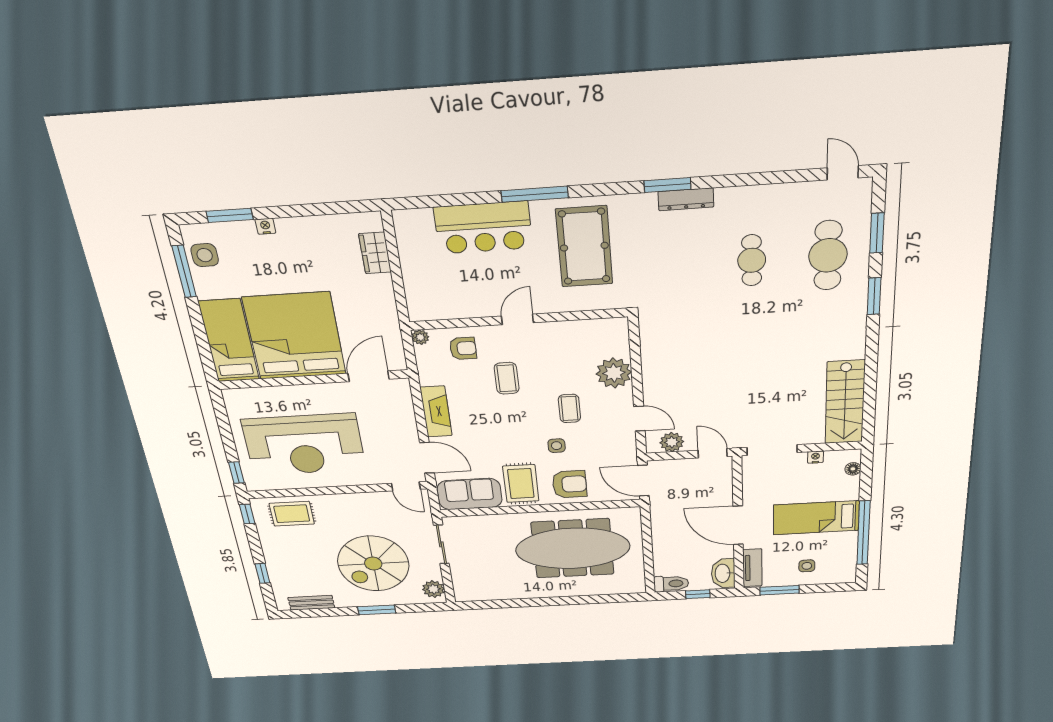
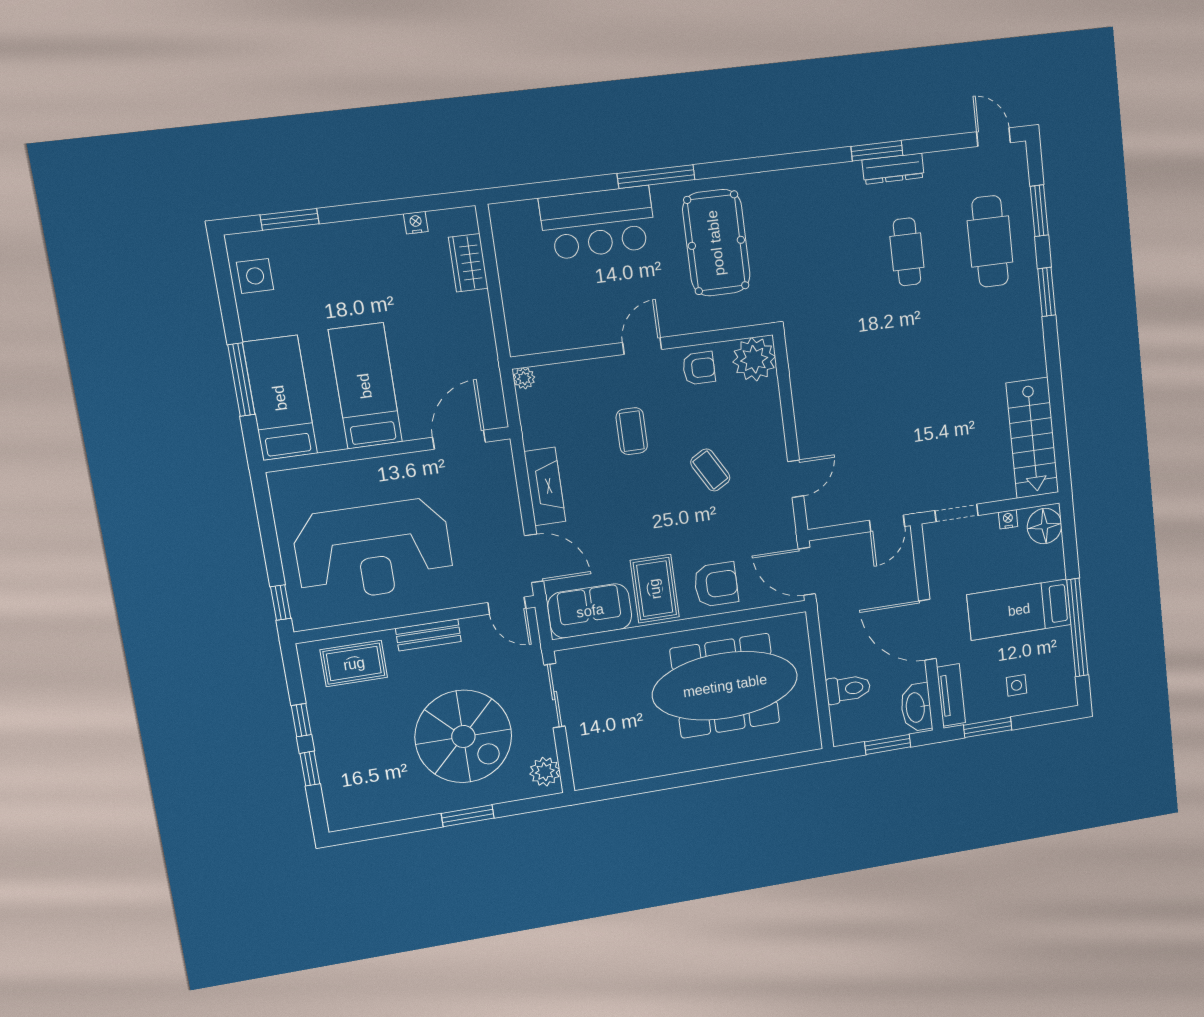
window: (667, 185) -> (877, 151), moved
dresser: (686, 199) -> (893, 169), moved
nightstand: (265, 226) -> (416, 223), moved
window: (184, 272) -> (241, 380), moved
bed: (295, 336) -> (365, 386), width x0.49
armchair: (463, 348) -> (699, 368), moved
plant: (614, 373) -> (754, 359), moved
coffee table: (569, 408) -> (710, 470), turned -30
door: (639, 419) -> (796, 479), hinge flipped
plant: (672, 442) -> (837, 511), removed
side table: (557, 446) -> (697, 527), removed
doorway: (772, 450) -> (957, 513), width x0.73
door: (713, 453) -> (887, 523), swing flipped
floor lamp: (853, 469) -> (1044, 526), width x1.89, depth x1.89
window: (247, 514) -> (301, 720), moved
spiral stairs: (373, 564) -> (463, 737), turned -90
toilet: (671, 584) -> (848, 689), moved
window: (698, 594) -> (888, 744), width x1.50
bench: (311, 603) -> (428, 635), moved

